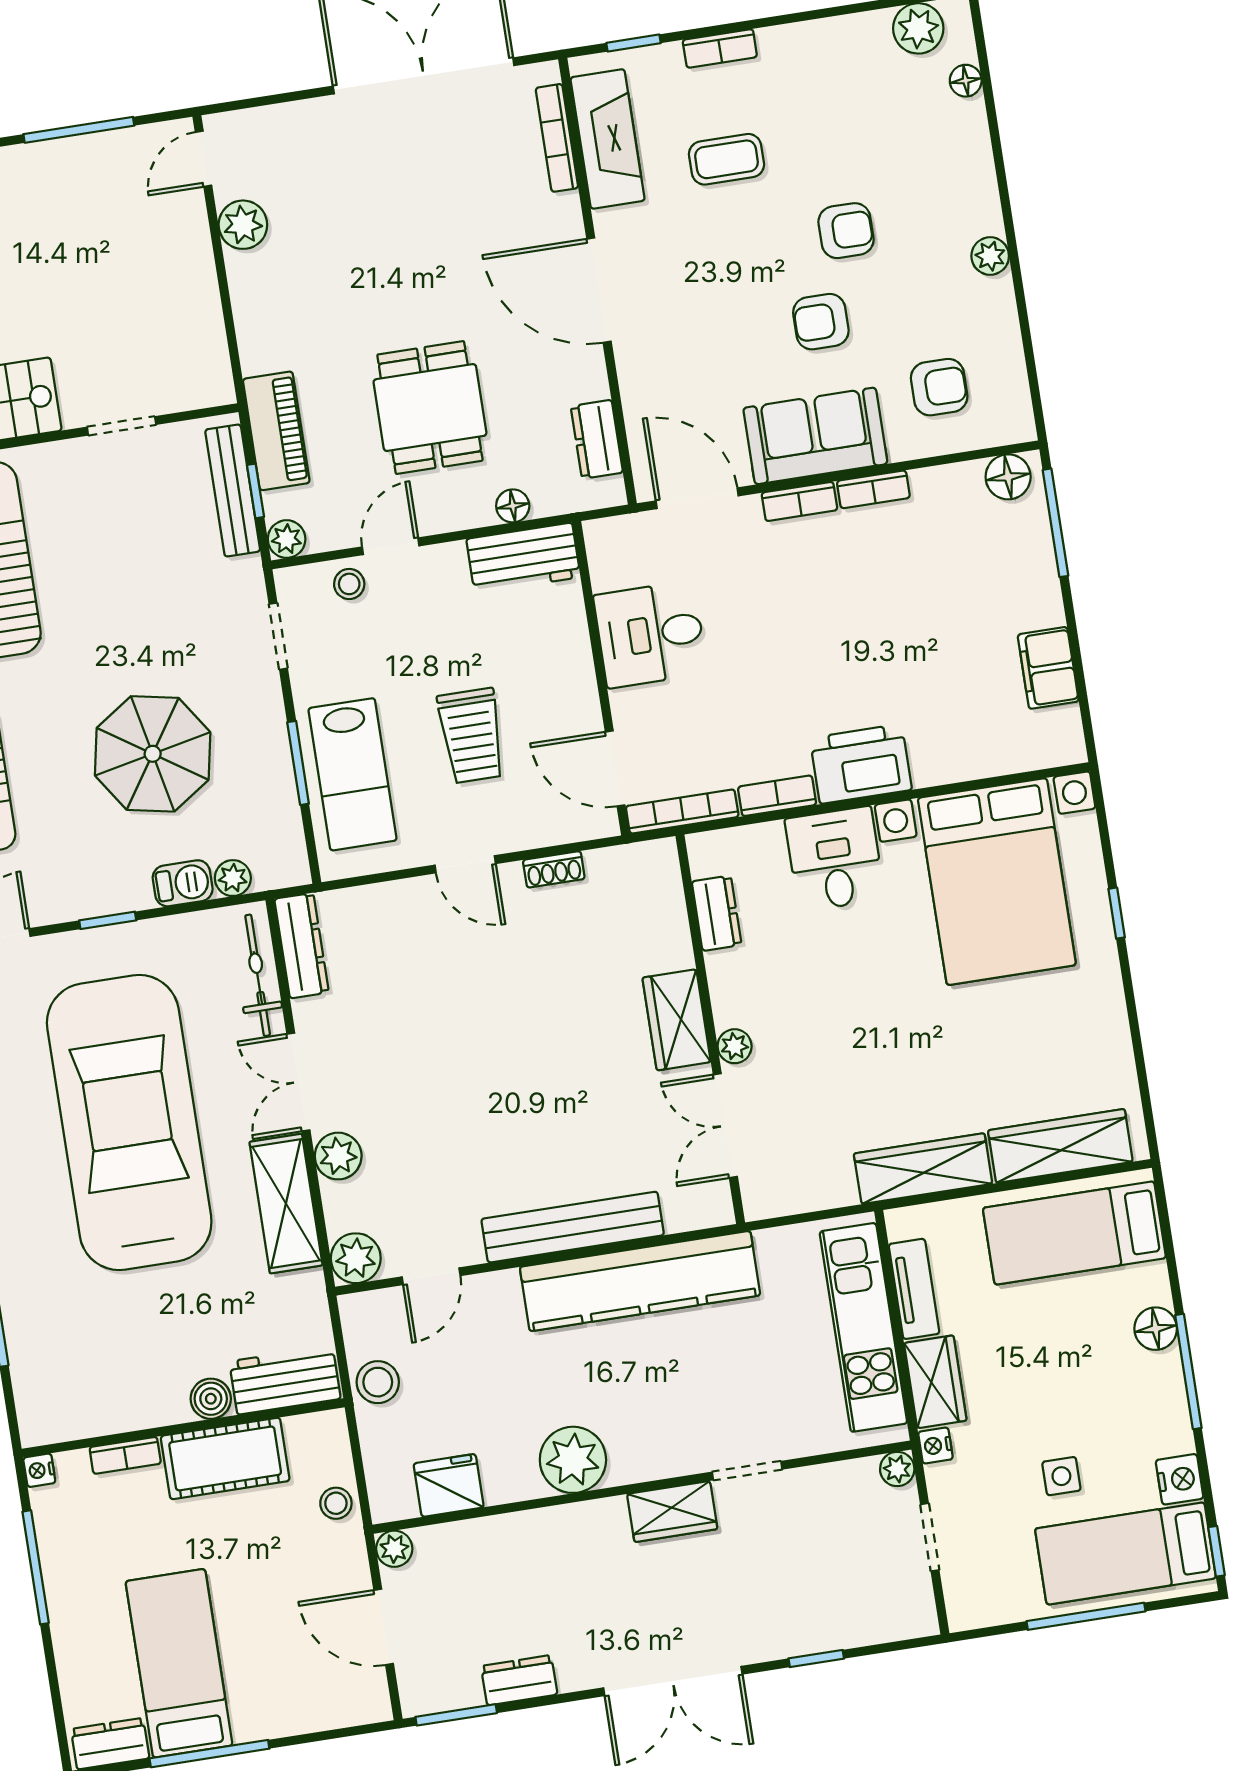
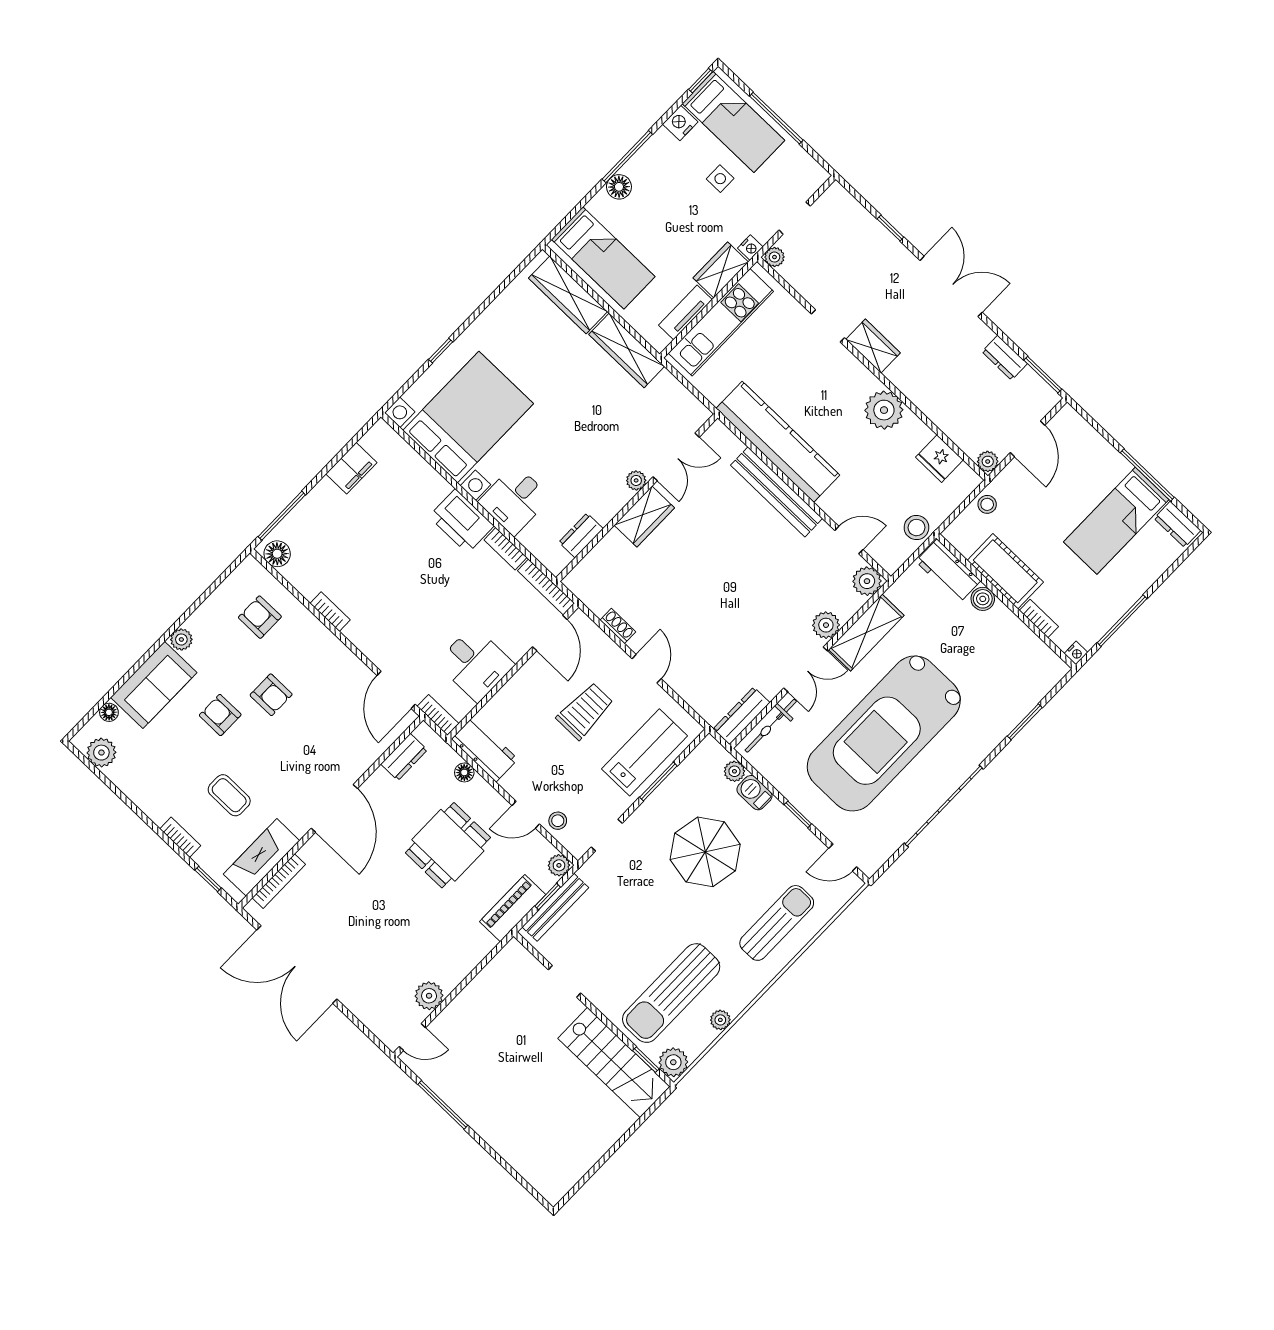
sofa: (815, 436) -> (154, 685), moved, turned -90
bookcase: (799, 501) -> (438, 715), moved

